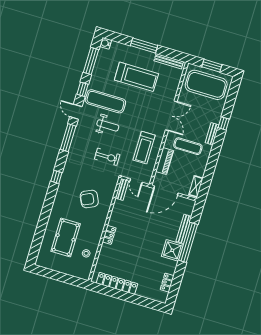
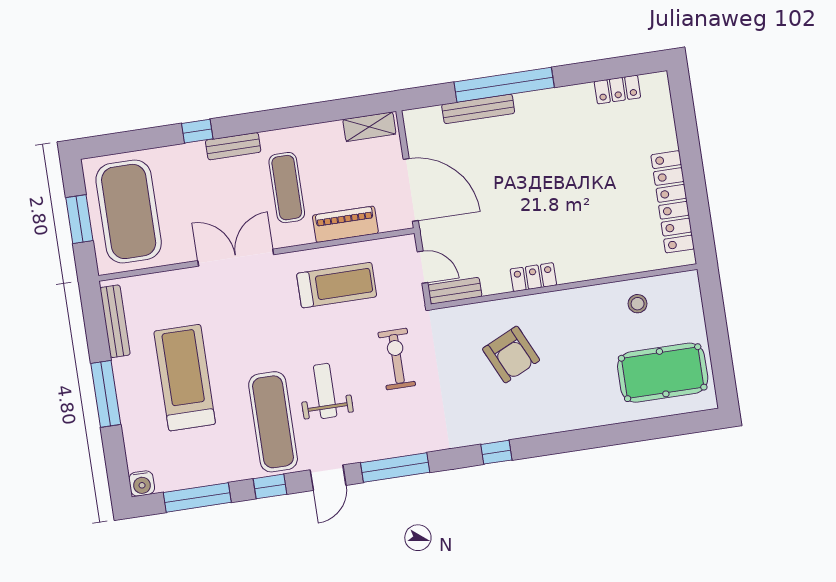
door: (136, 182) -> (422, 267), hinge flipped
locker: (109, 235) -> (533, 277), moved
pool table: (66, 237) -> (663, 373), moved
shower: (172, 250) -> (539, 112), removed

